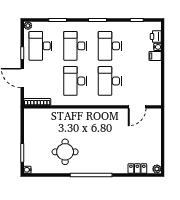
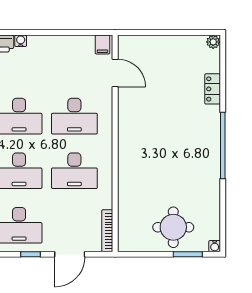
filing cabinet: (155, 56) -> (102, 45), moved
round table: (65, 152) -> (173, 227), moved
locker: (137, 169) -> (213, 89), moved

